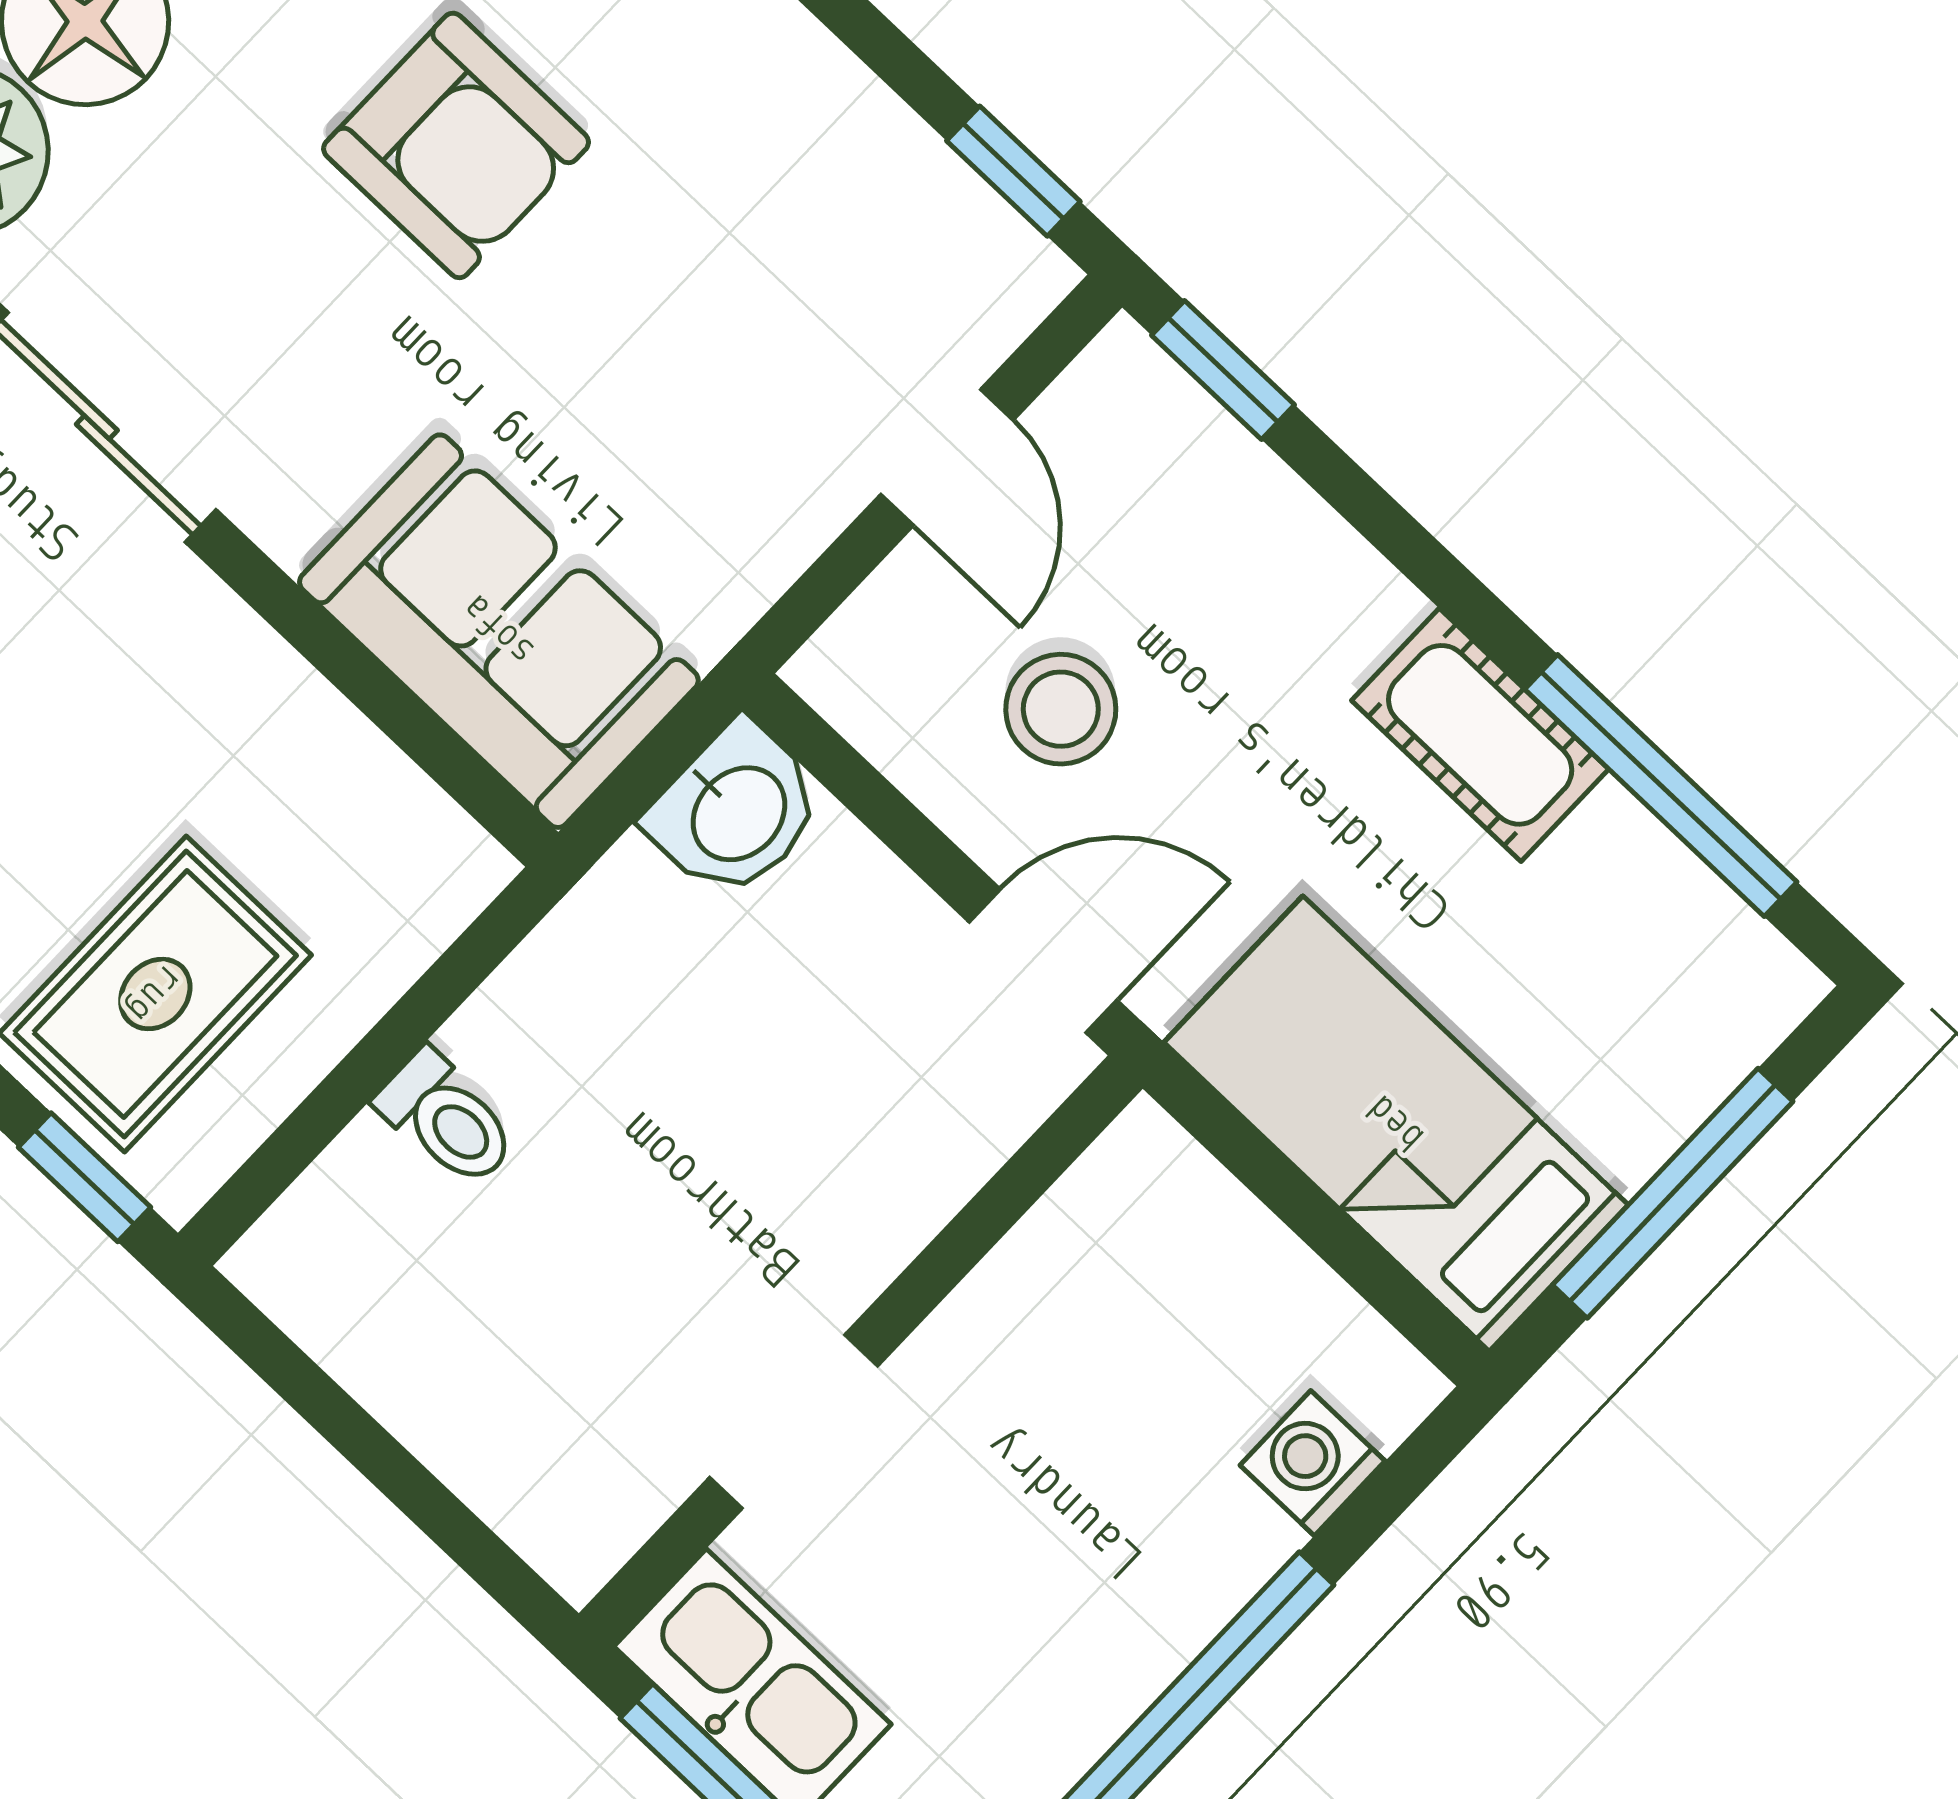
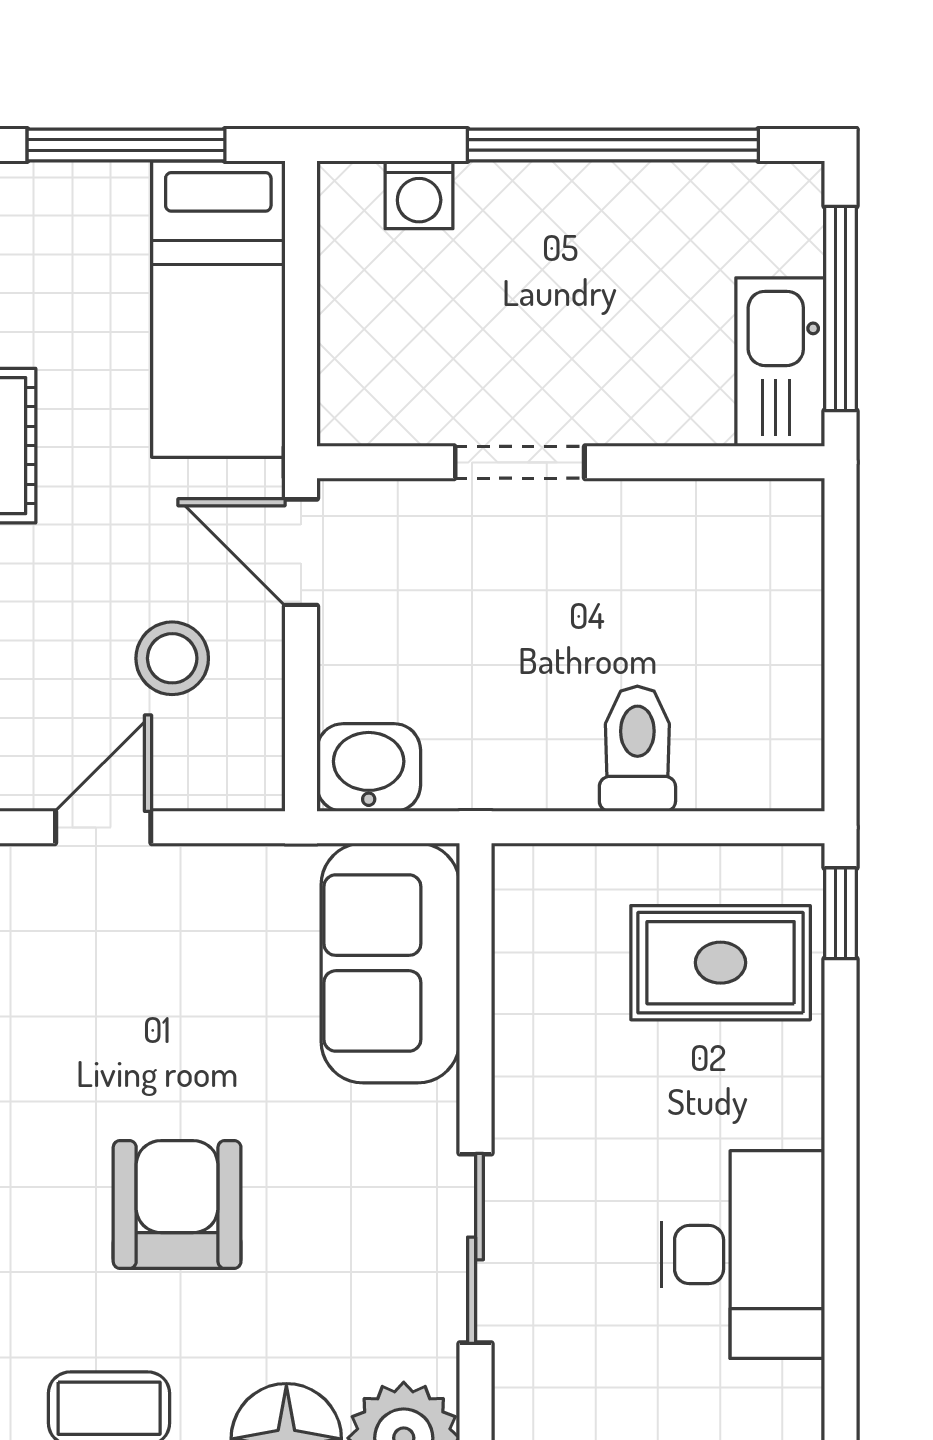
toilet: (447, 1119) -> (637, 749), width x1.37, depth x1.39
doorway: (794, 1422) -> (520, 462), moved

